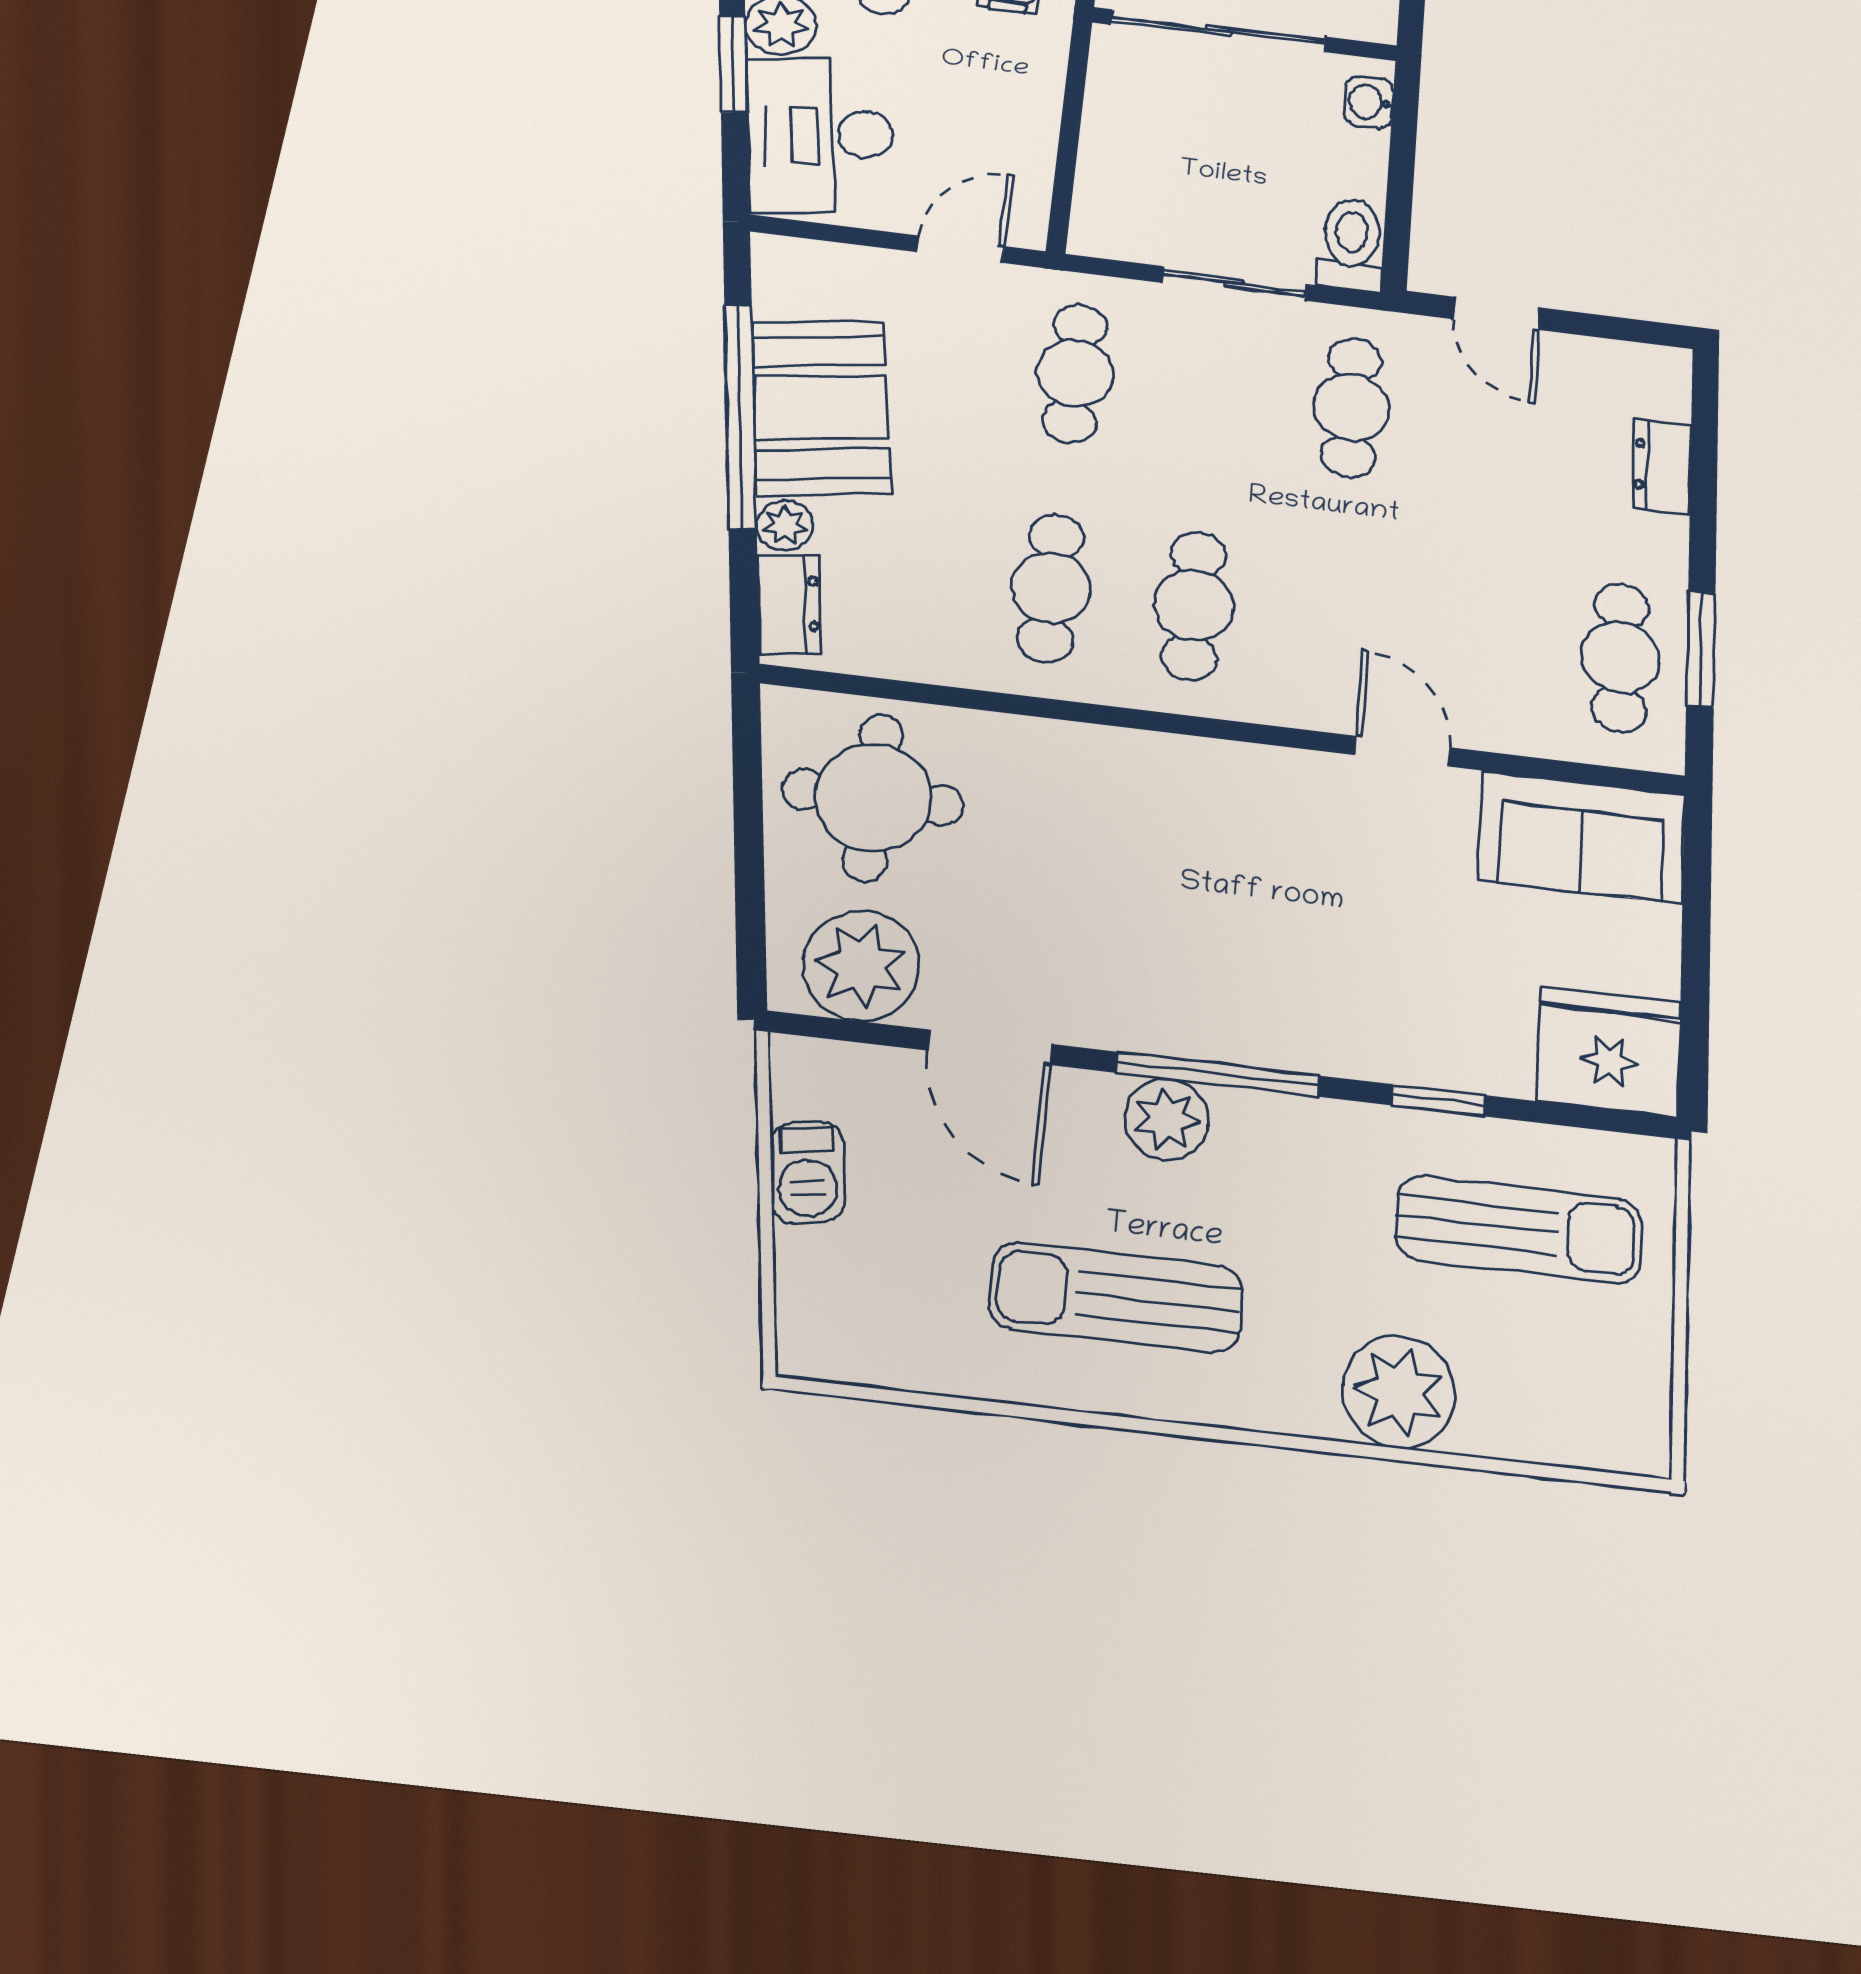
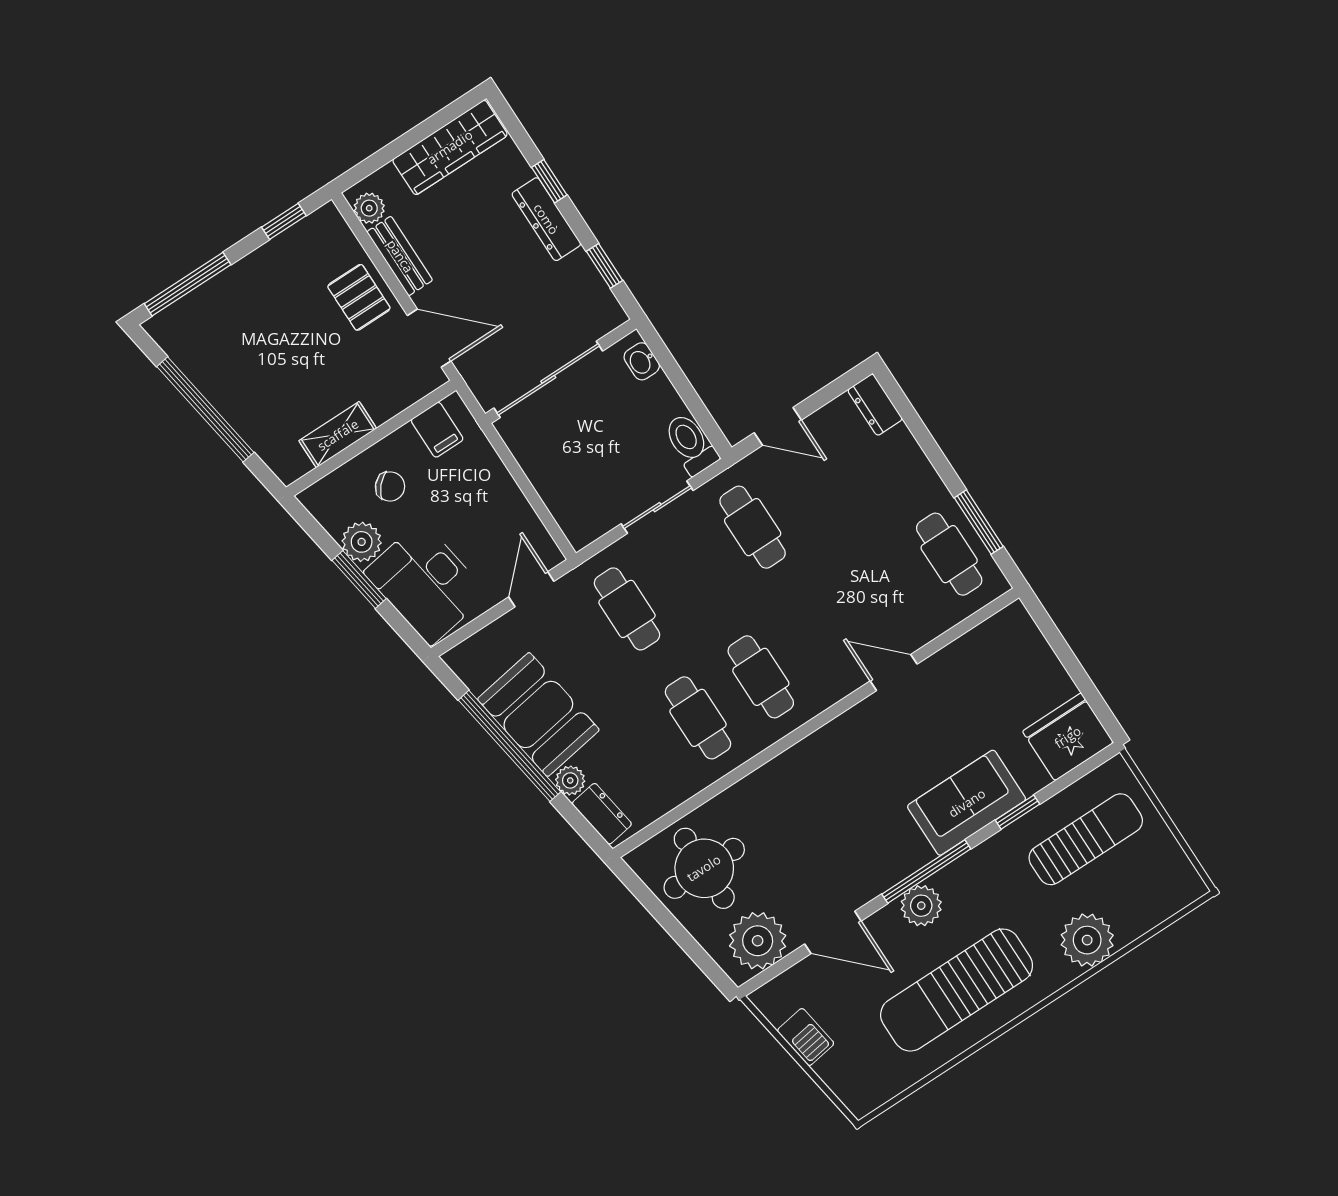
dresser: (1662, 466) -> (875, 405), moved
sofa: (1582, 837) -> (967, 803), moved, turned 180
sun lounger: (1116, 1297) -> (957, 990), width x1.36, depth x1.34

